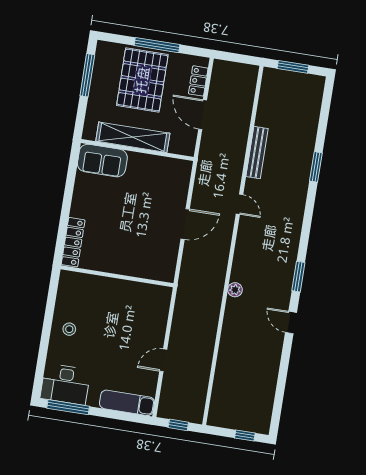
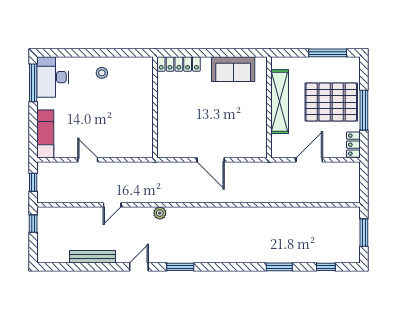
locker: (198, 81) -> (353, 145), moved, turned -90
window: (324, 115) -> (326, 267), added
bench: (257, 153) -> (93, 257), moved
sofa: (102, 161) -> (233, 69), moved, turned -90
door: (239, 204) -> (112, 205), moved
window: (245, 436) -> (33, 224), moved

